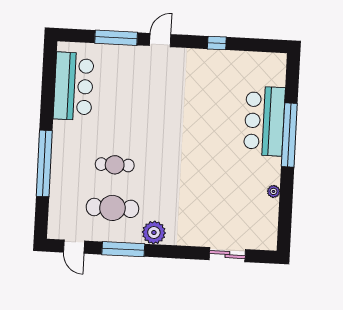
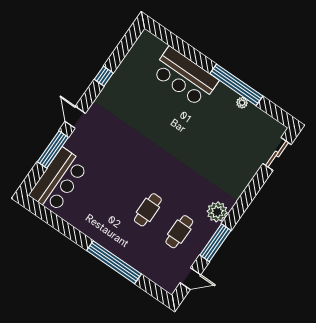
bar counter: (74, 86) -> (59, 180), moved, turned 90
window: (289, 135) -> (236, 85), moved
cafe table: (112, 208) -> (179, 232), width x0.73, depth x0.74
sliding door: (227, 255) -> (277, 154), moved

